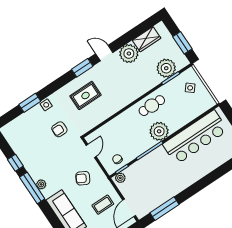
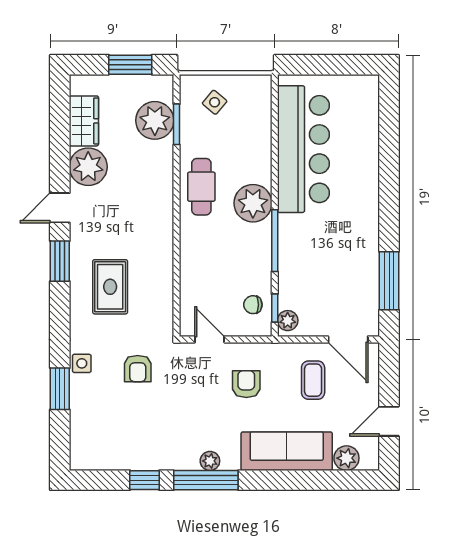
armchair: (83, 178) -> (246, 384), turned 151

